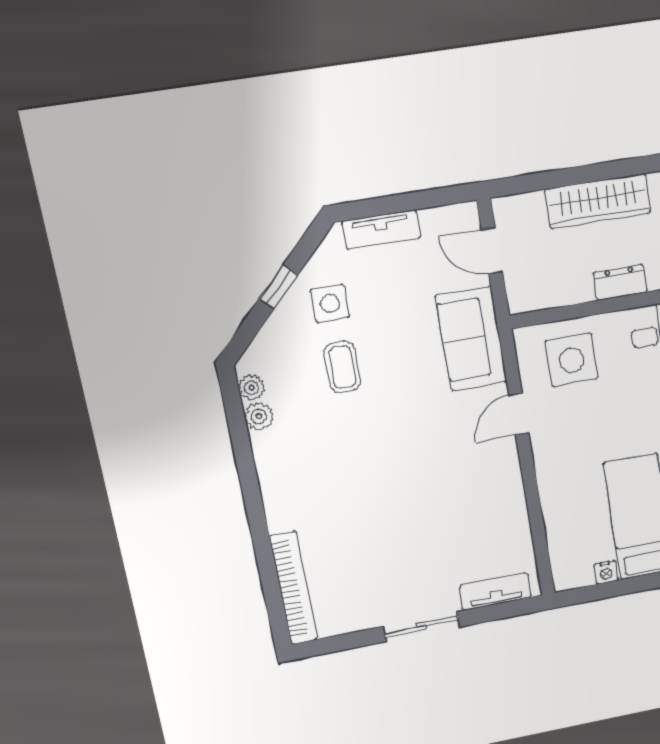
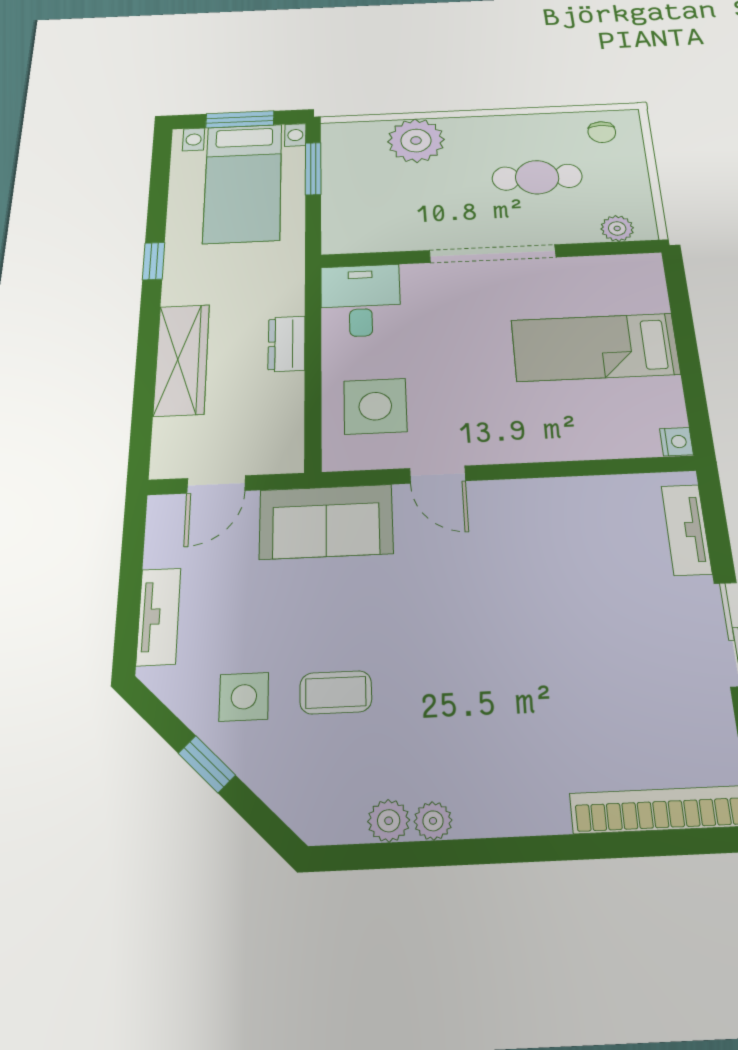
plant: (252, 388) -> (433, 821), moved
nightstand: (606, 572) -> (676, 442), moved

